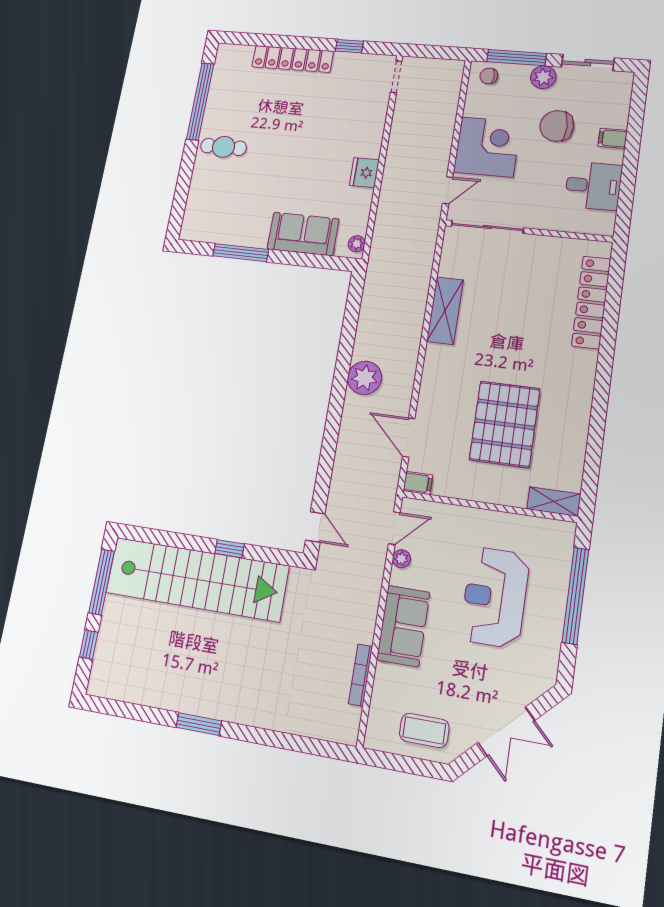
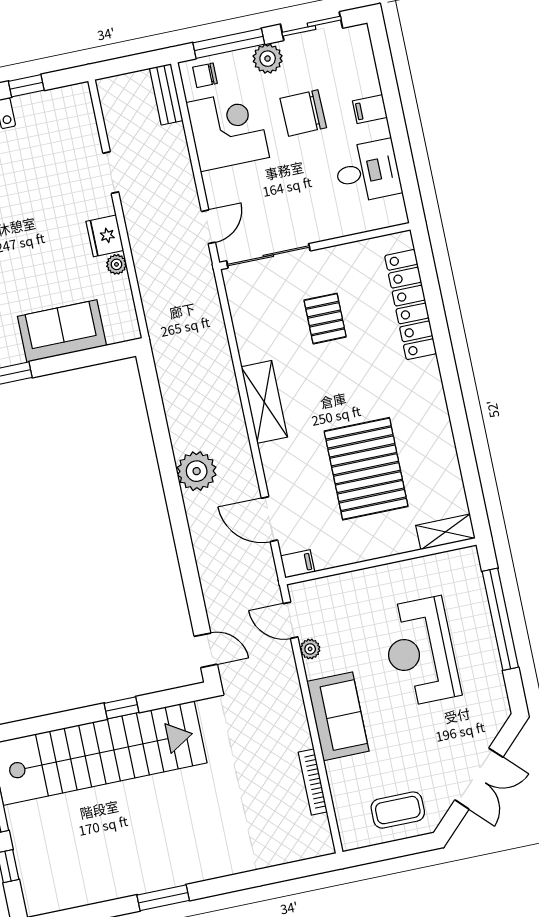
doorway: (396, 77) -> (111, 173), moved
bench: (453, 82) -> (166, 94), added
corner desk: (487, 147) -> (228, 130), moved
plant: (357, 244) -> (116, 264), moved
pallet: (515, 291) -> (325, 319), added
shelving: (445, 311) -> (264, 402), moved
door: (394, 528) -> (291, 620), swing flipped

